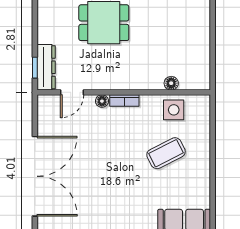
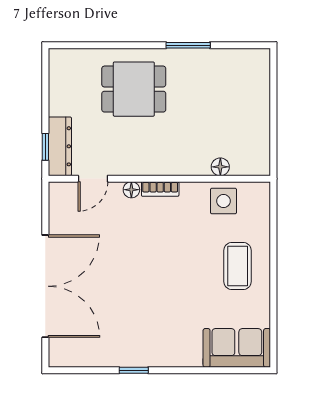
coffee table: (166, 153) -> (238, 266), moved, turned -63

